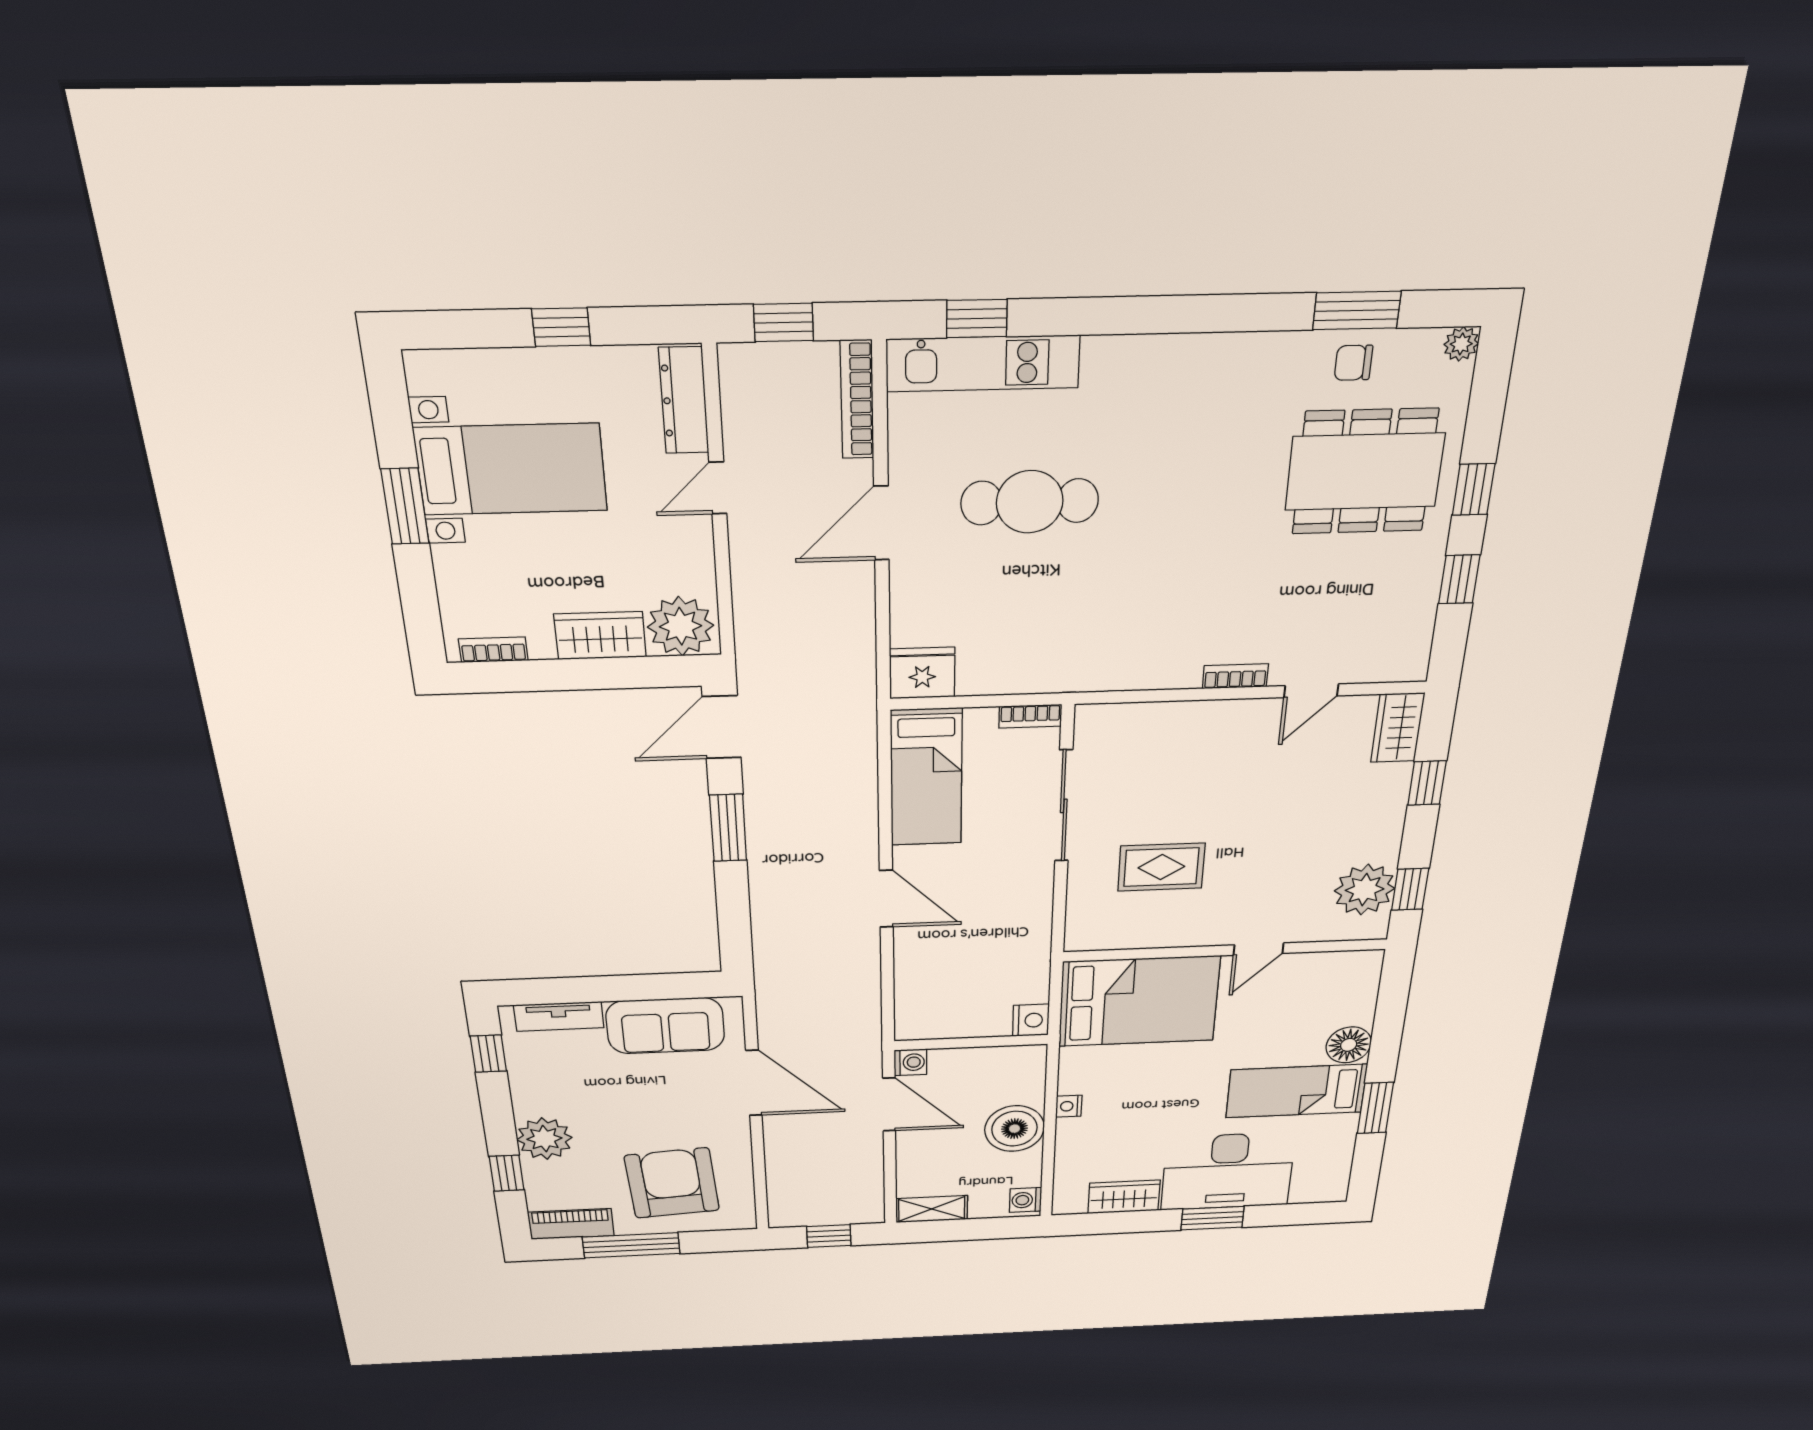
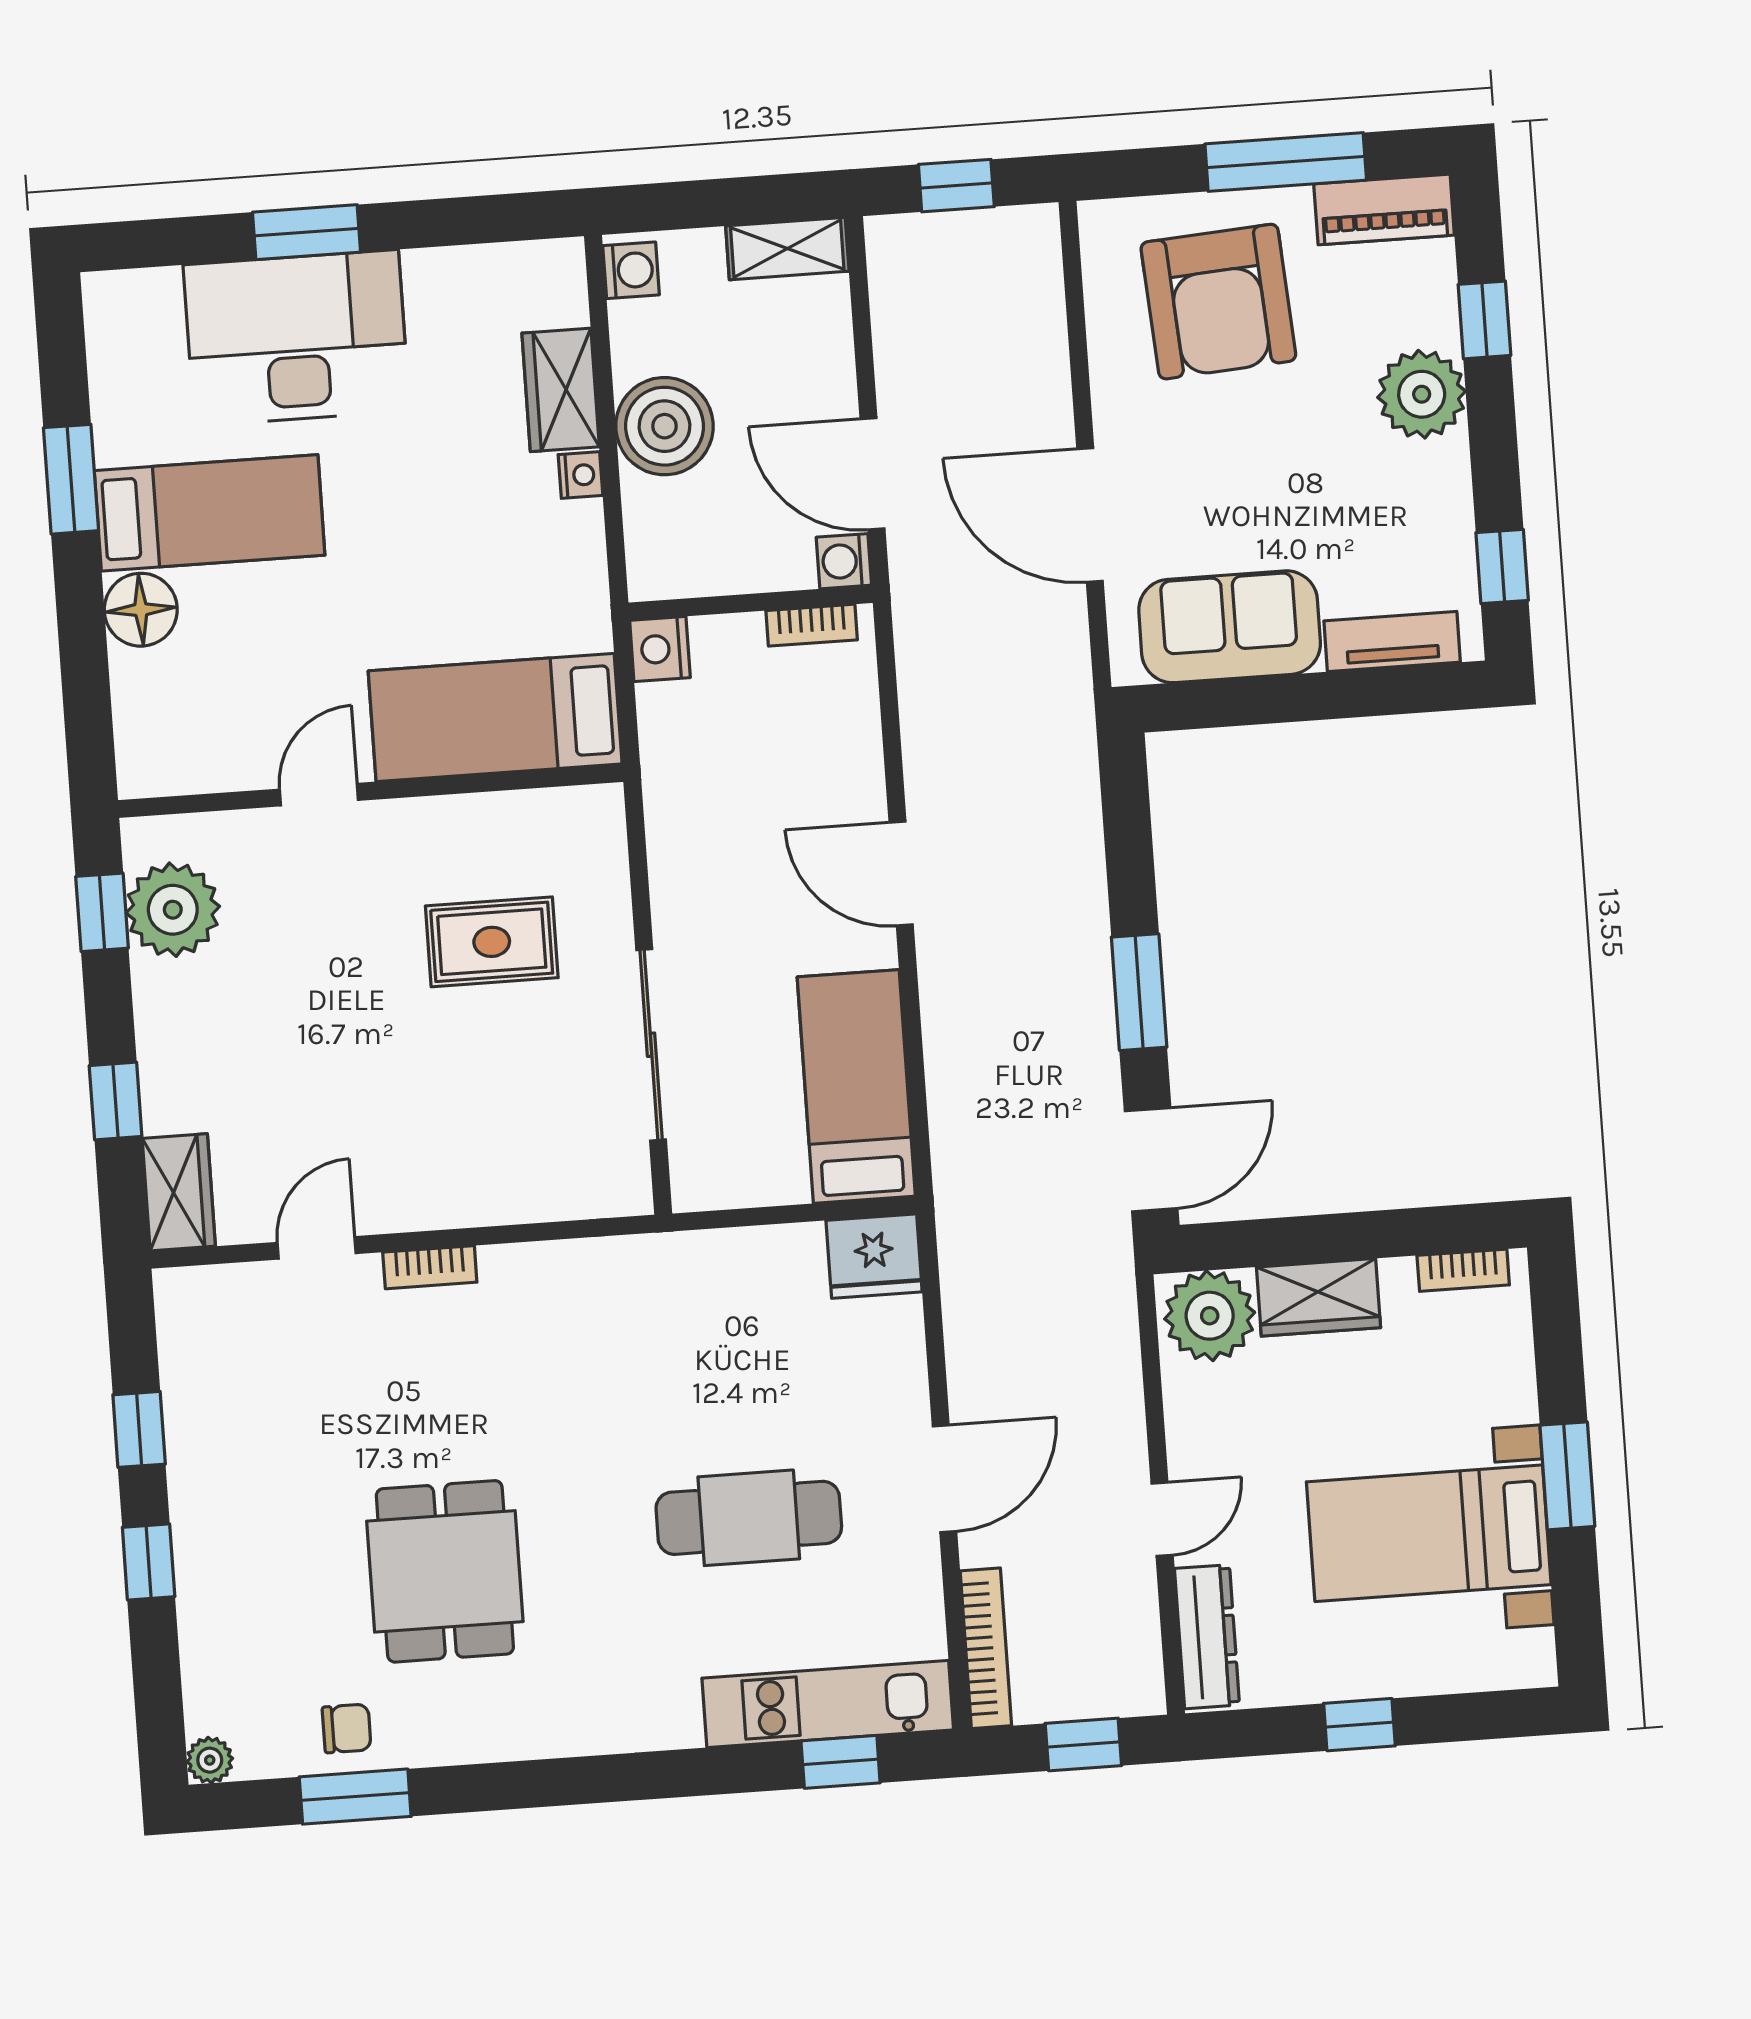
dining table: (1365, 472) -> (445, 1571), moved, width x0.73
bookcase: (1030, 716) -> (812, 625), moved, turned 180
bed: (1139, 1001) -> (495, 717), width x0.67
wardrobe: (1124, 1197) -> (561, 390), moved, turned 90

